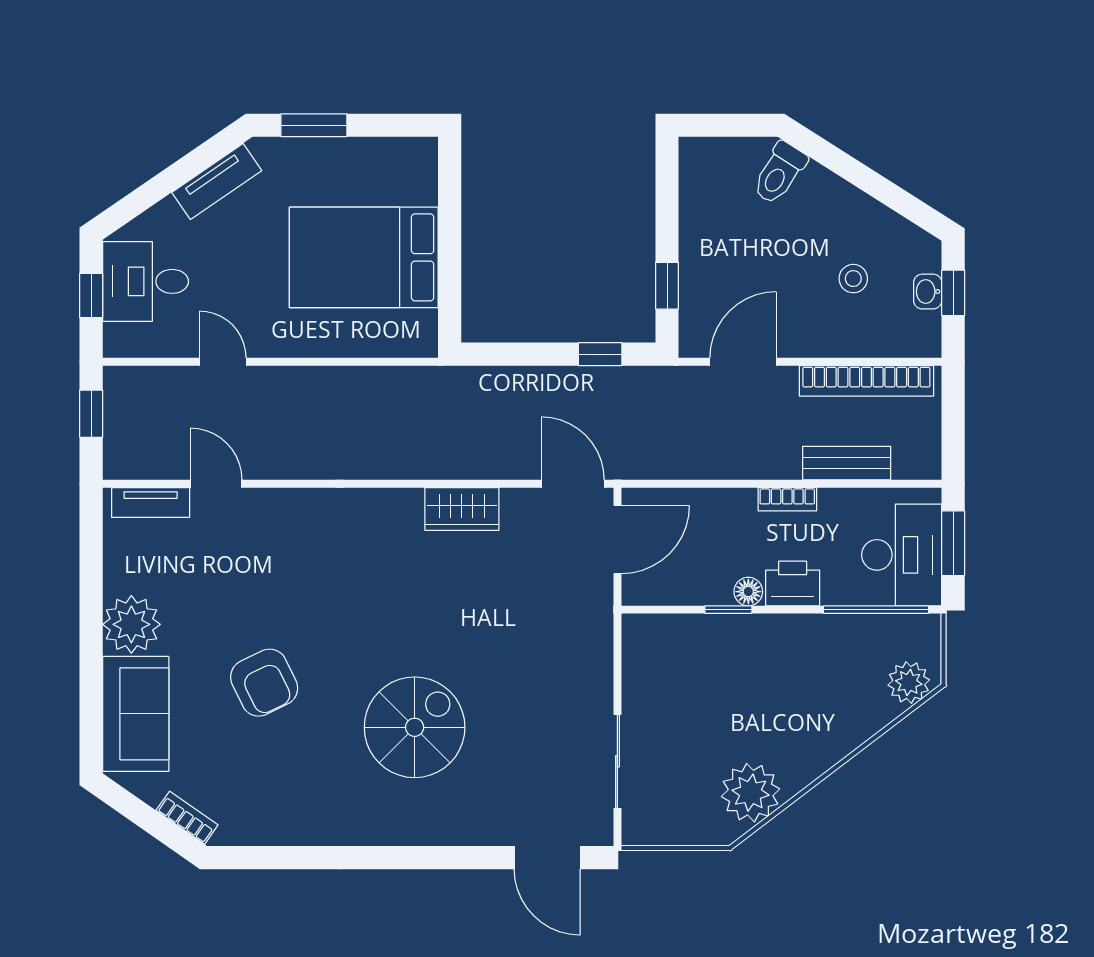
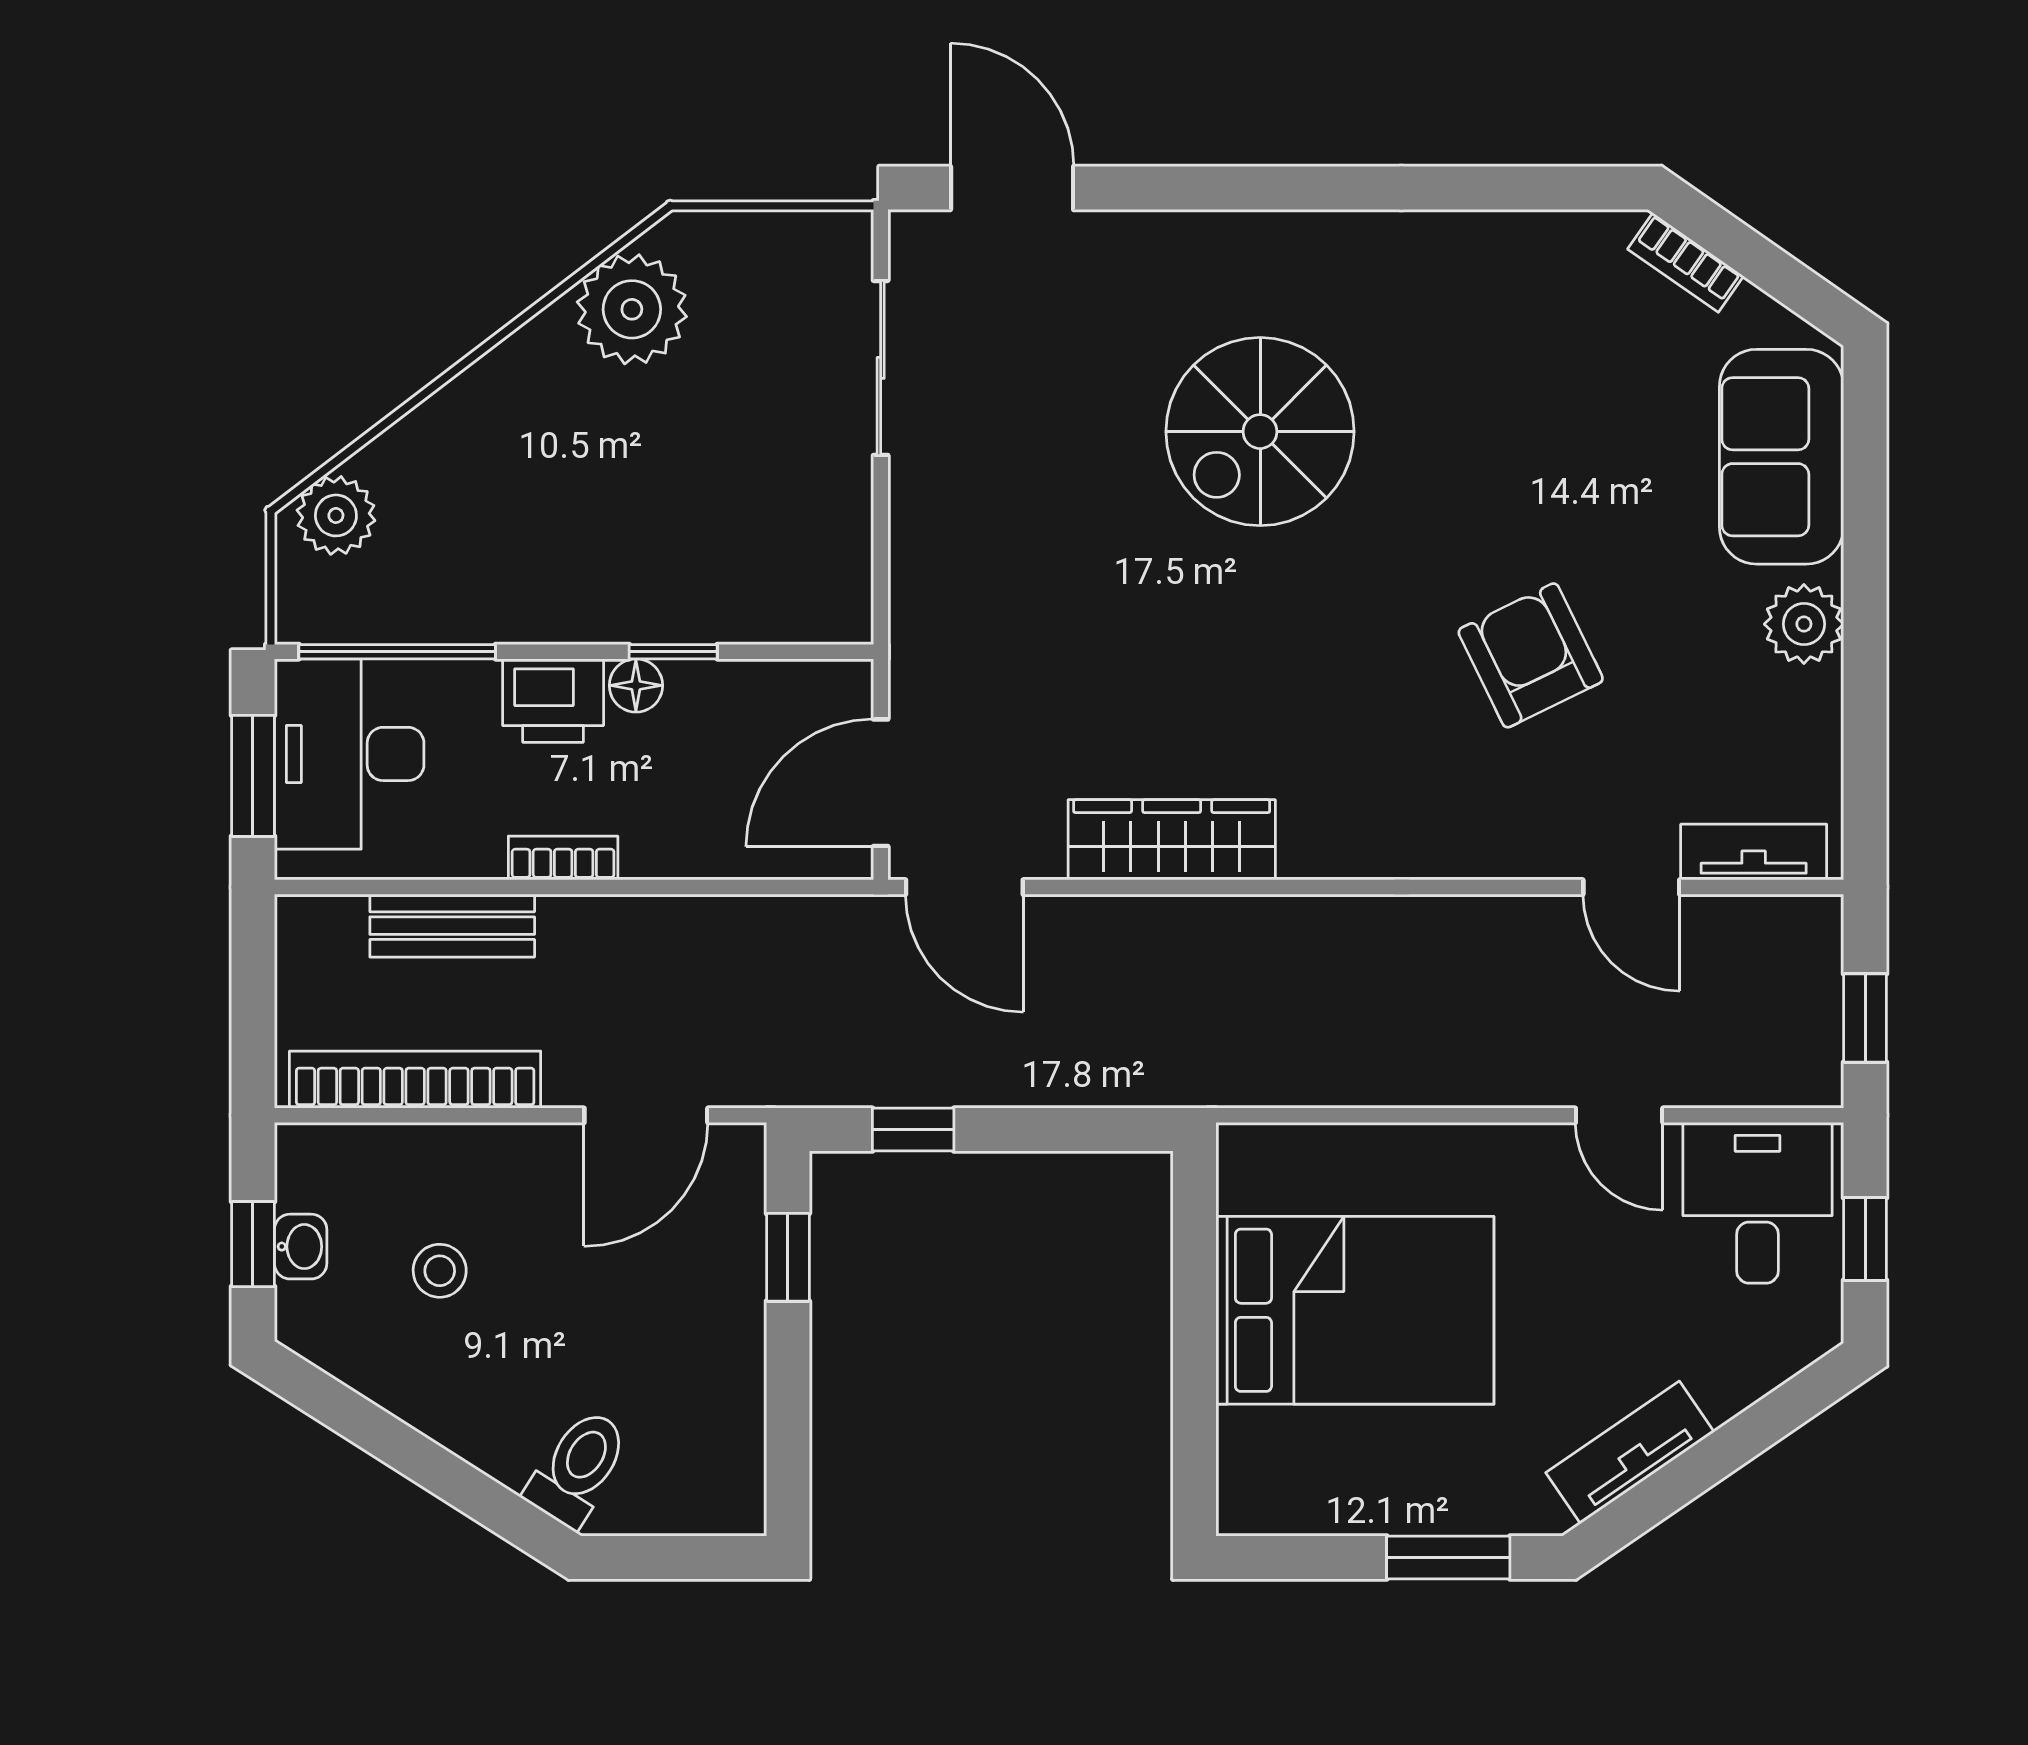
desk: (145, 281) -> (1757, 1203), moved, turned -90
wardrobe: (462, 509) -> (1172, 840), width x1.50
plant: (131, 624) -> (1804, 624), width x0.73, depth x0.73
armchair: (264, 683) -> (1531, 655), moved

